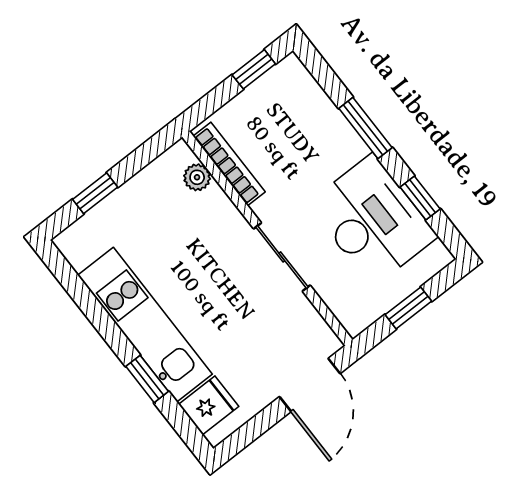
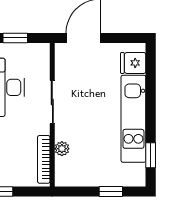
plant: (197, 177) -> (62, 149), moved
window: (147, 379) -> (151, 155), moved

